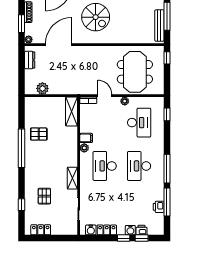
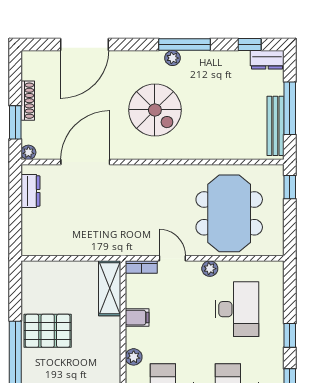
plant: (42, 88) -> (55, 245), removed
window: (167, 114) -> (290, 335), moved
pallet: (39, 134) -> (48, 331), width x1.50, depth x1.42
filing cabinet: (86, 138) -> (137, 318), moved

